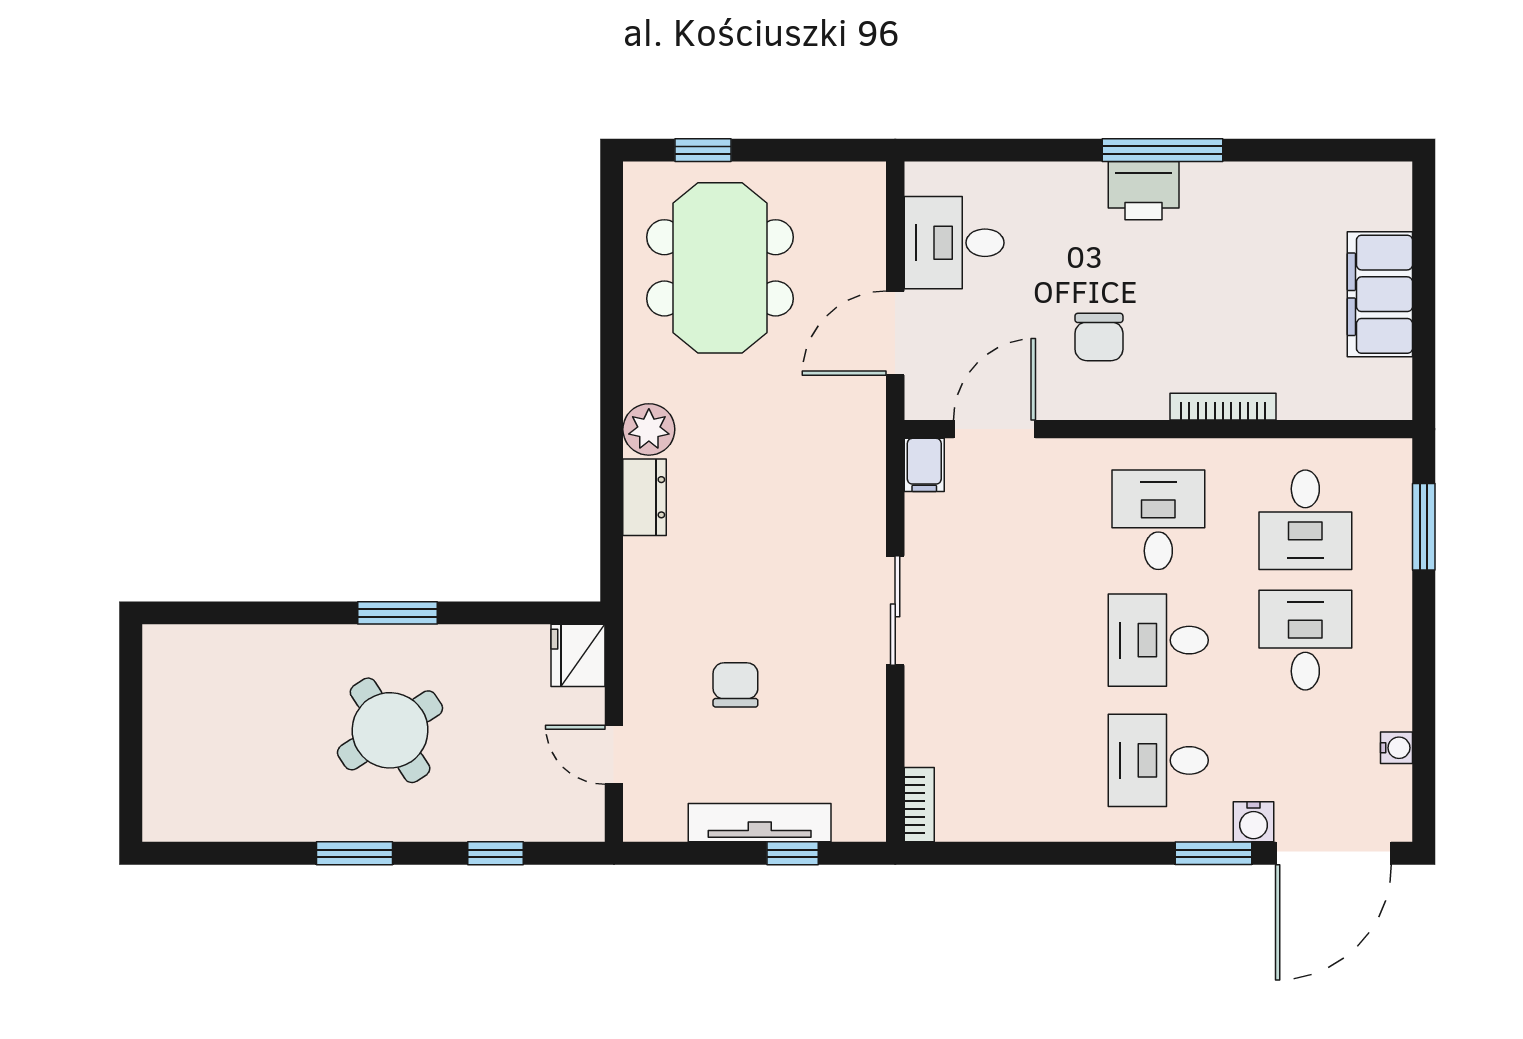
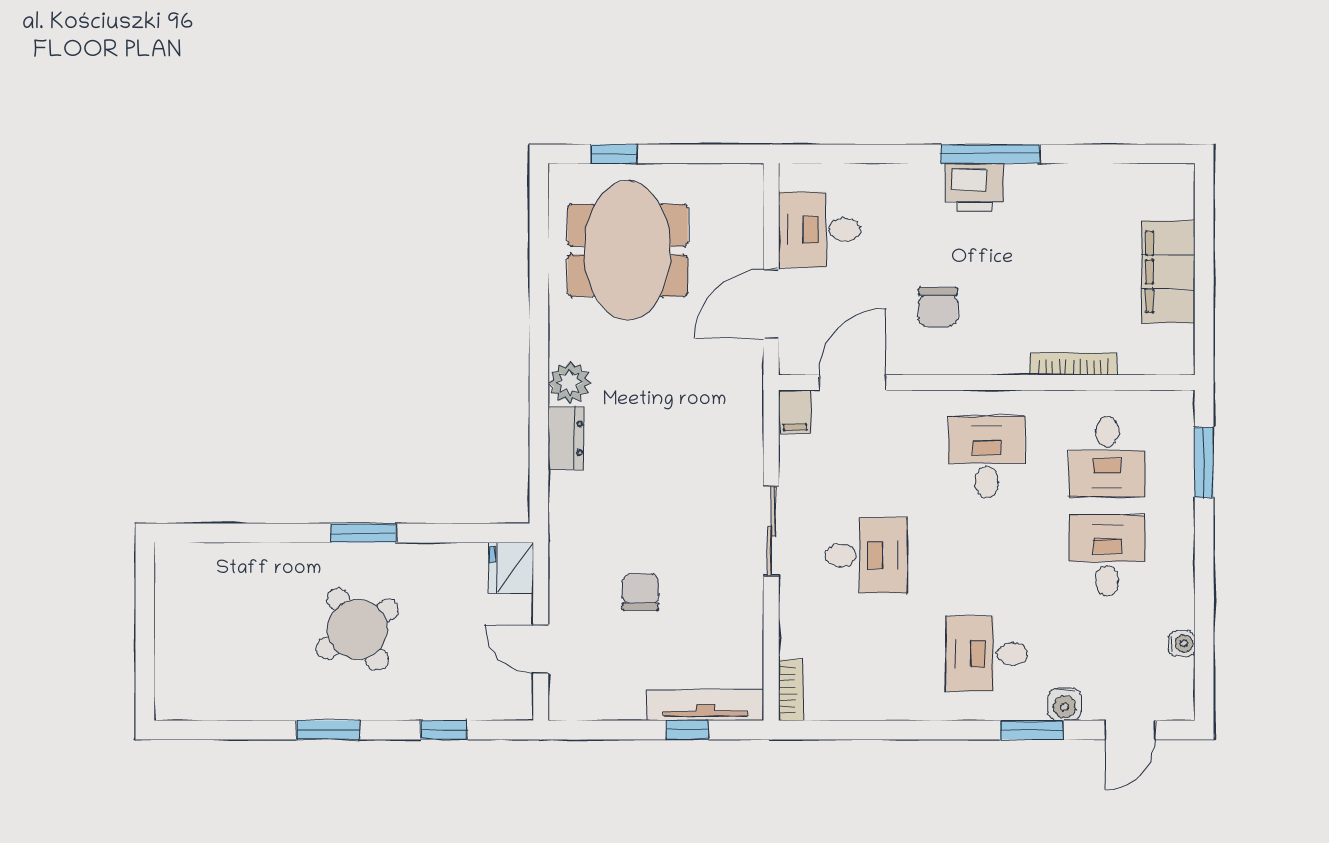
bookcase: (1223, 407) -> (1073, 364), moved
desk: (1158, 640) -> (866, 555), moved, turned 180
tv unit: (760, 823) -> (705, 705), moved
door: (1333, 853) -> (1130, 730), width x0.53

